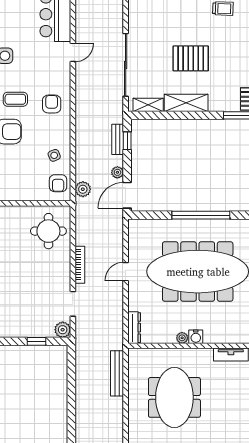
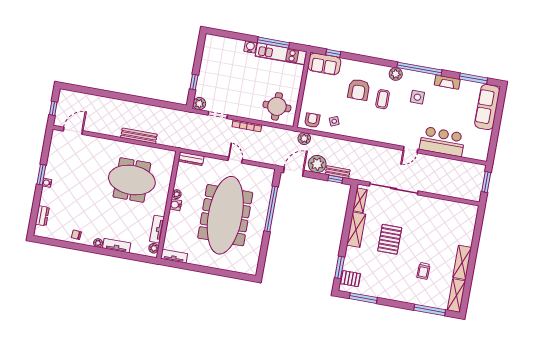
door: (73, 52) -> (411, 150), hinge flipped
armchair: (52, 104) -> (374, 126), removed
plant: (117, 172) -> (317, 164), width x1.87, depth x1.87
armchair: (58, 183) -> (312, 120), turned 90
door: (127, 195) -> (293, 172), hinge flipped
window: (201, 215) -> (271, 209), moved
bench: (117, 373) -> (139, 136), moved

